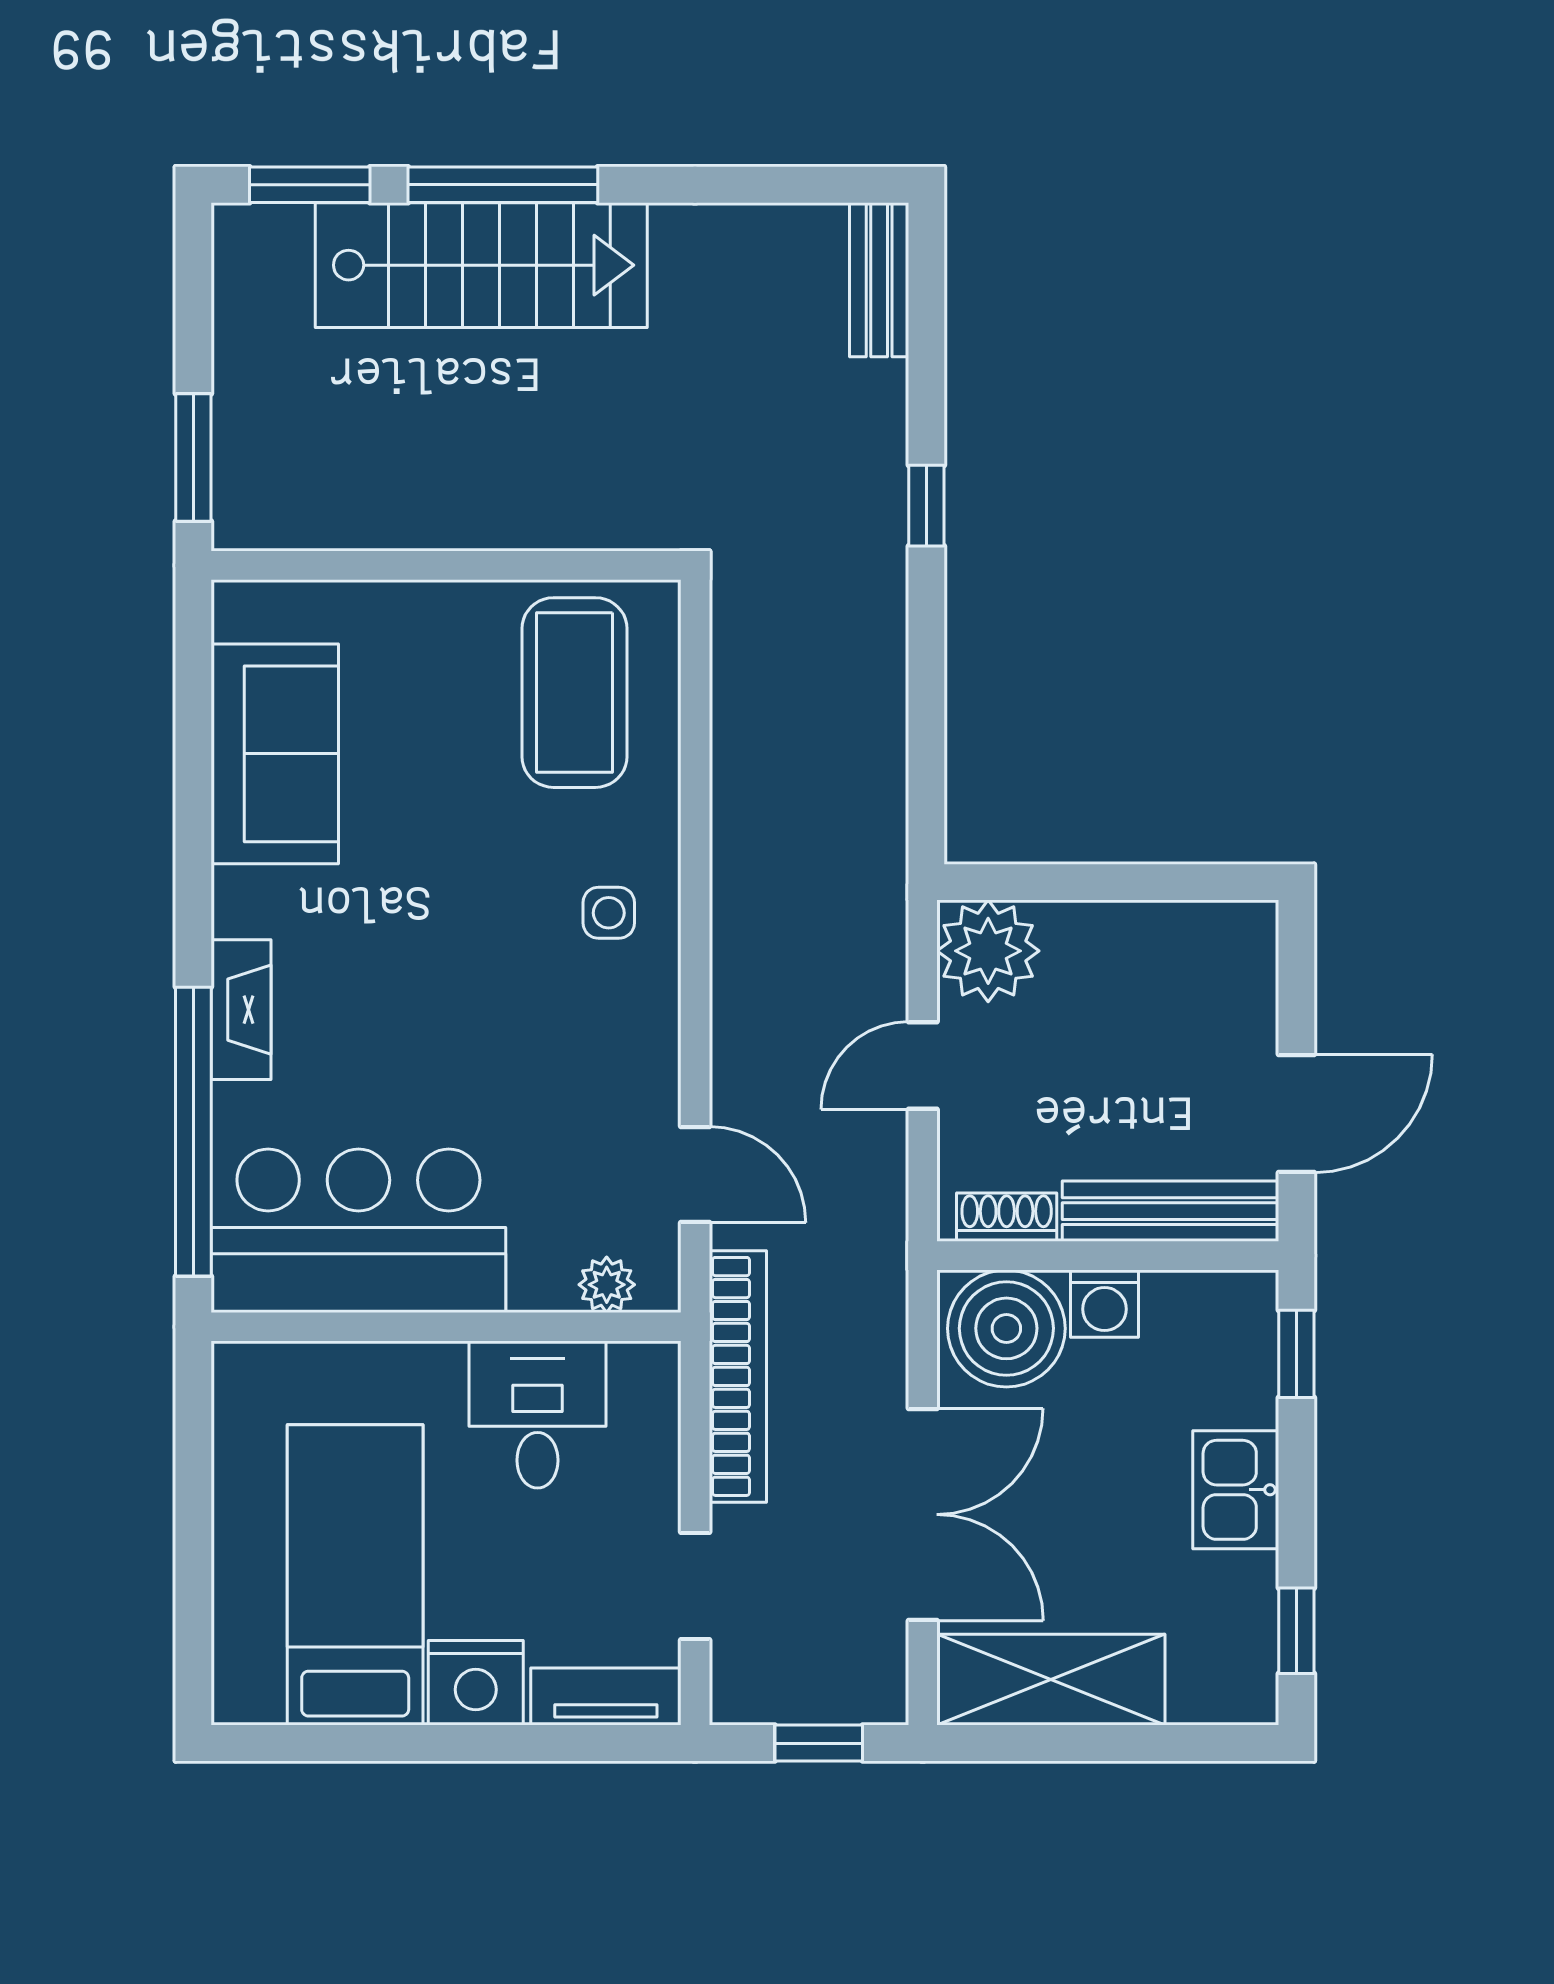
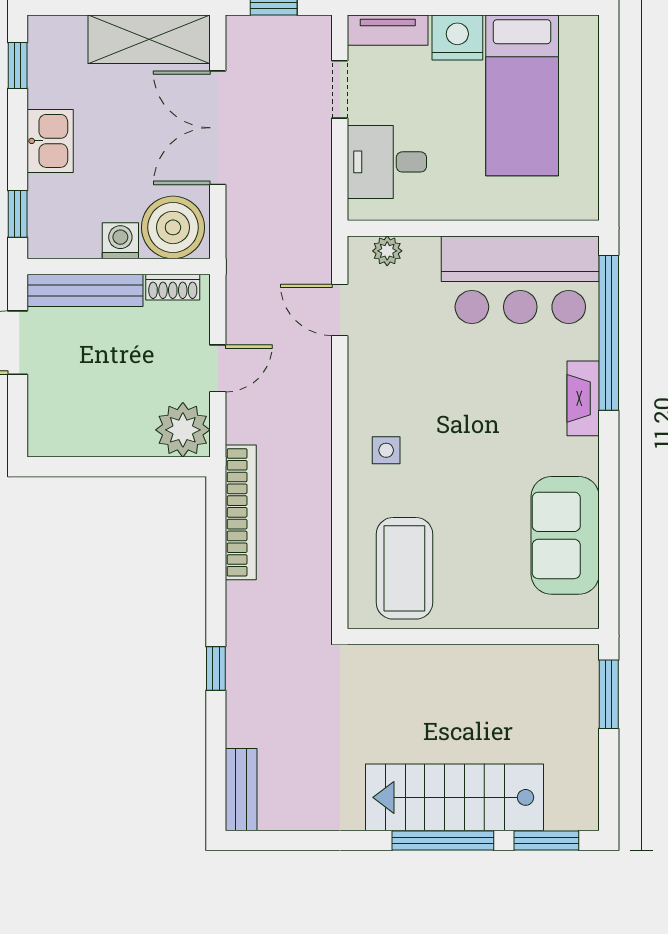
bookcase: (738, 1376) -> (241, 512), moved, turned 180
desk: (537, 1415) -> (387, 162), moved, turned 90

